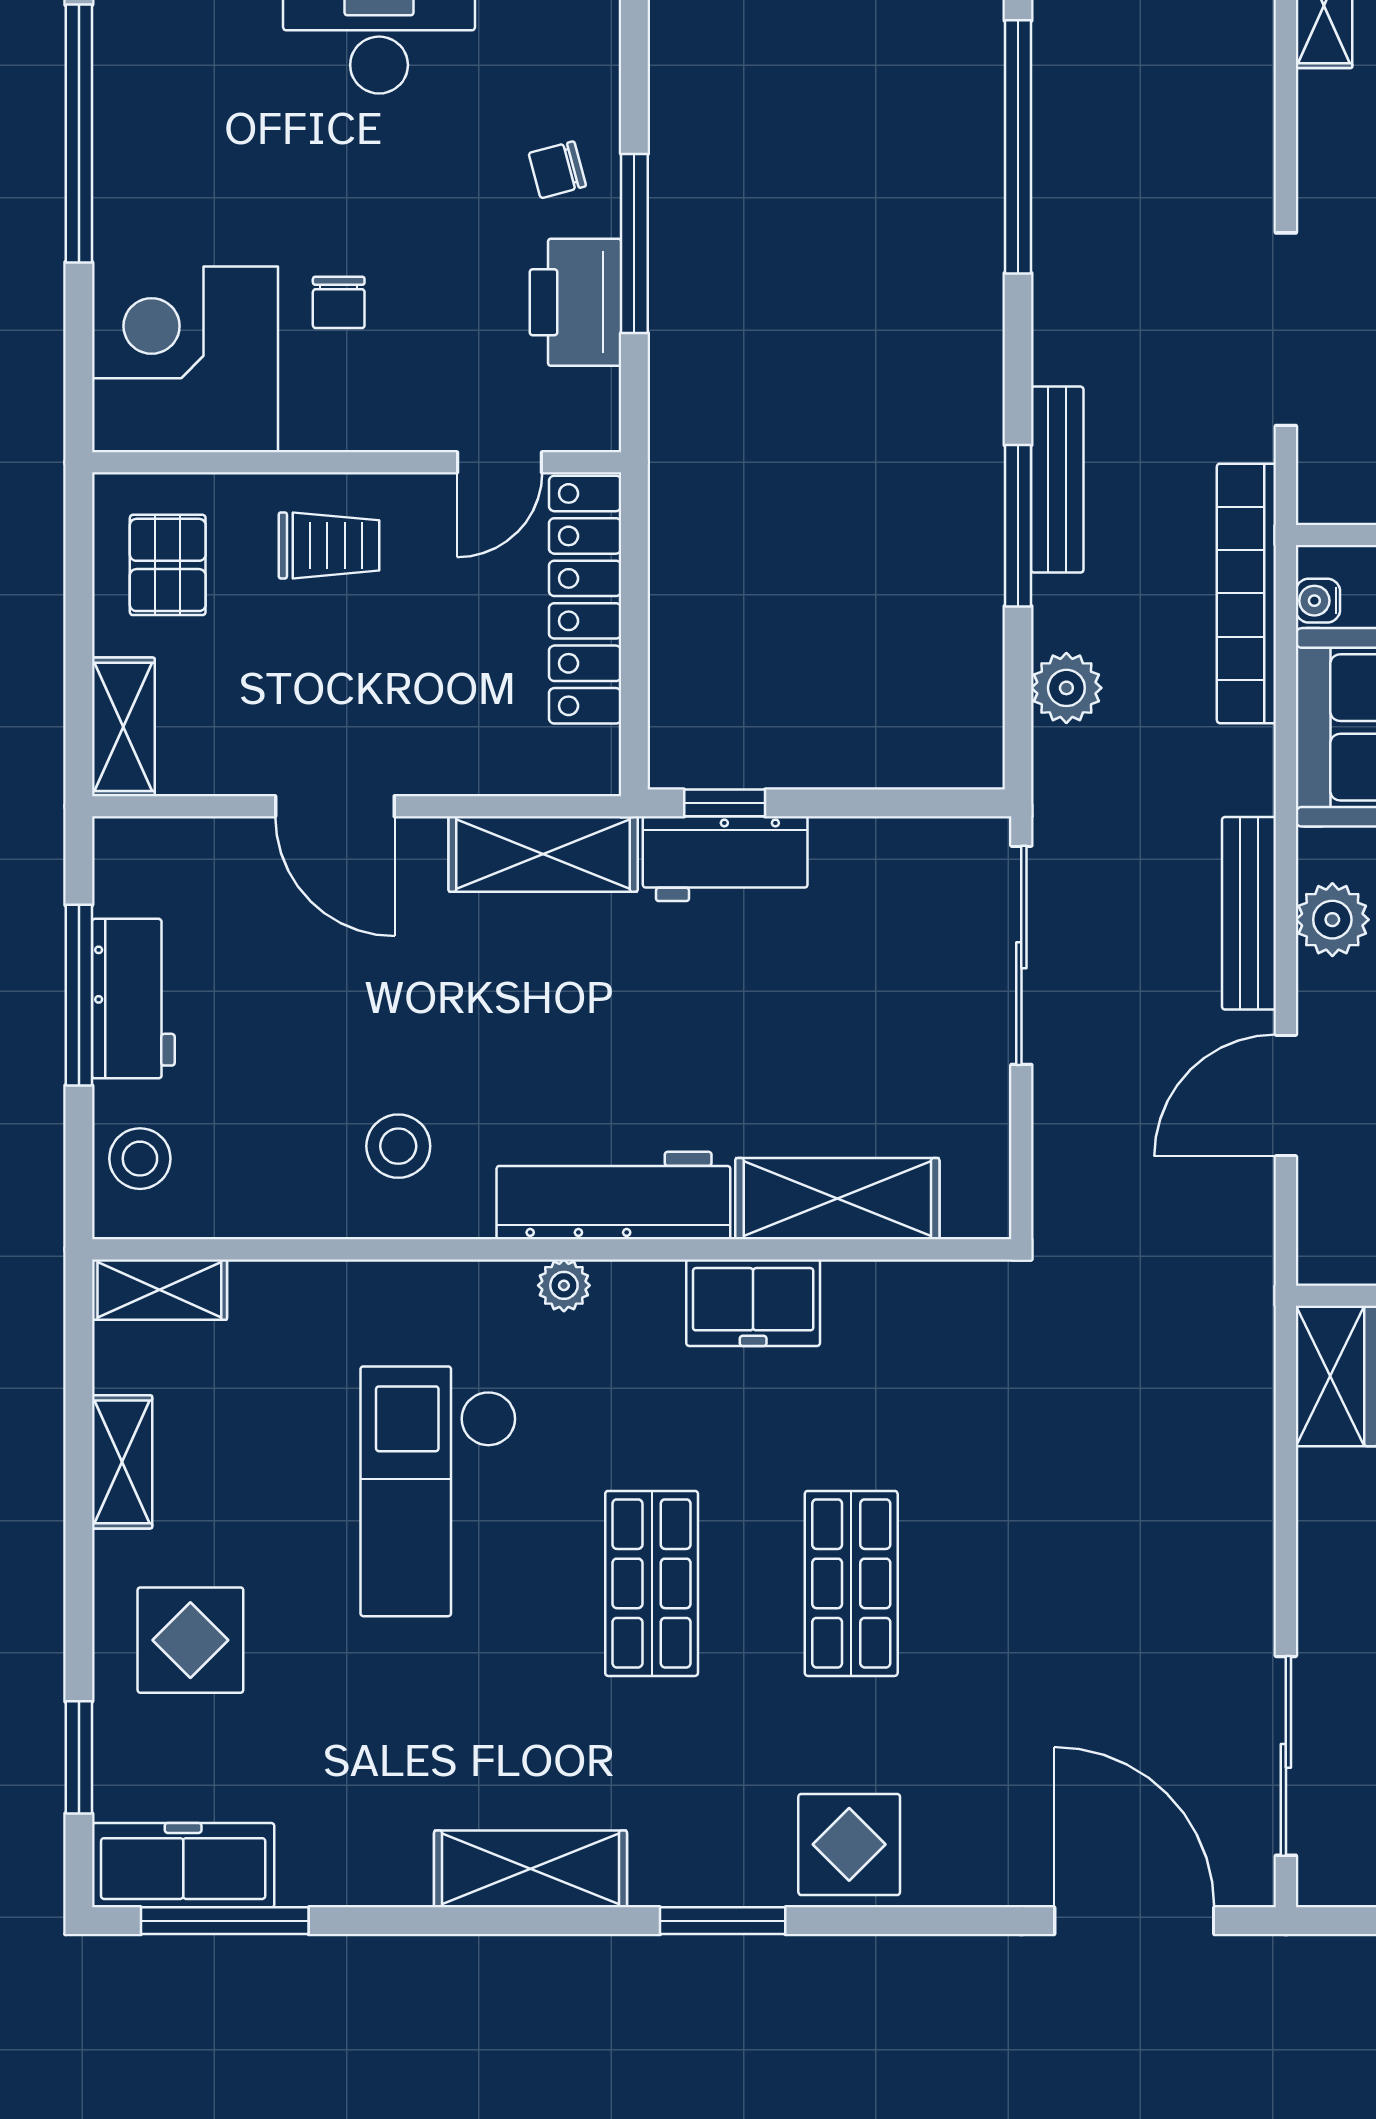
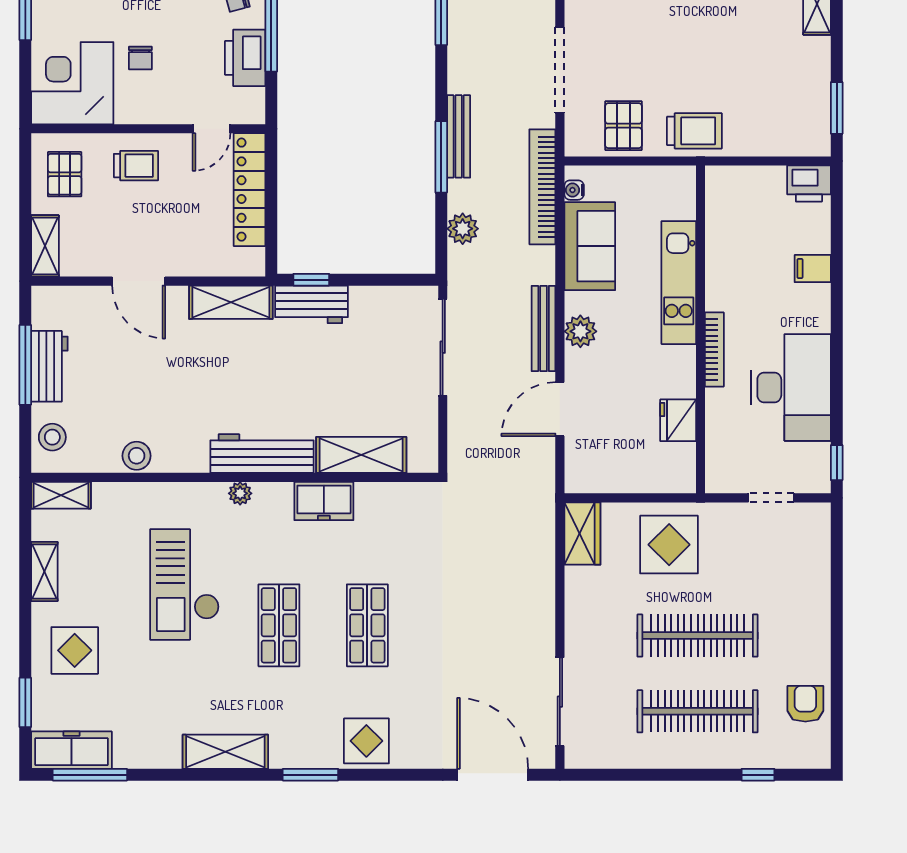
stool: (398, 1146) -> (137, 456), moved

